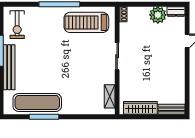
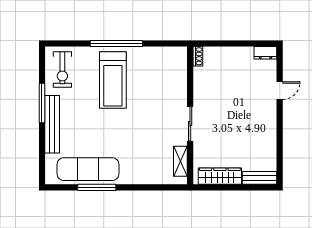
plant: (158, 15) -> (242, 57), removed
treadmill: (86, 22) -> (113, 80), moved, turned -90
sliding door: (117, 56) -> (190, 124), moved

